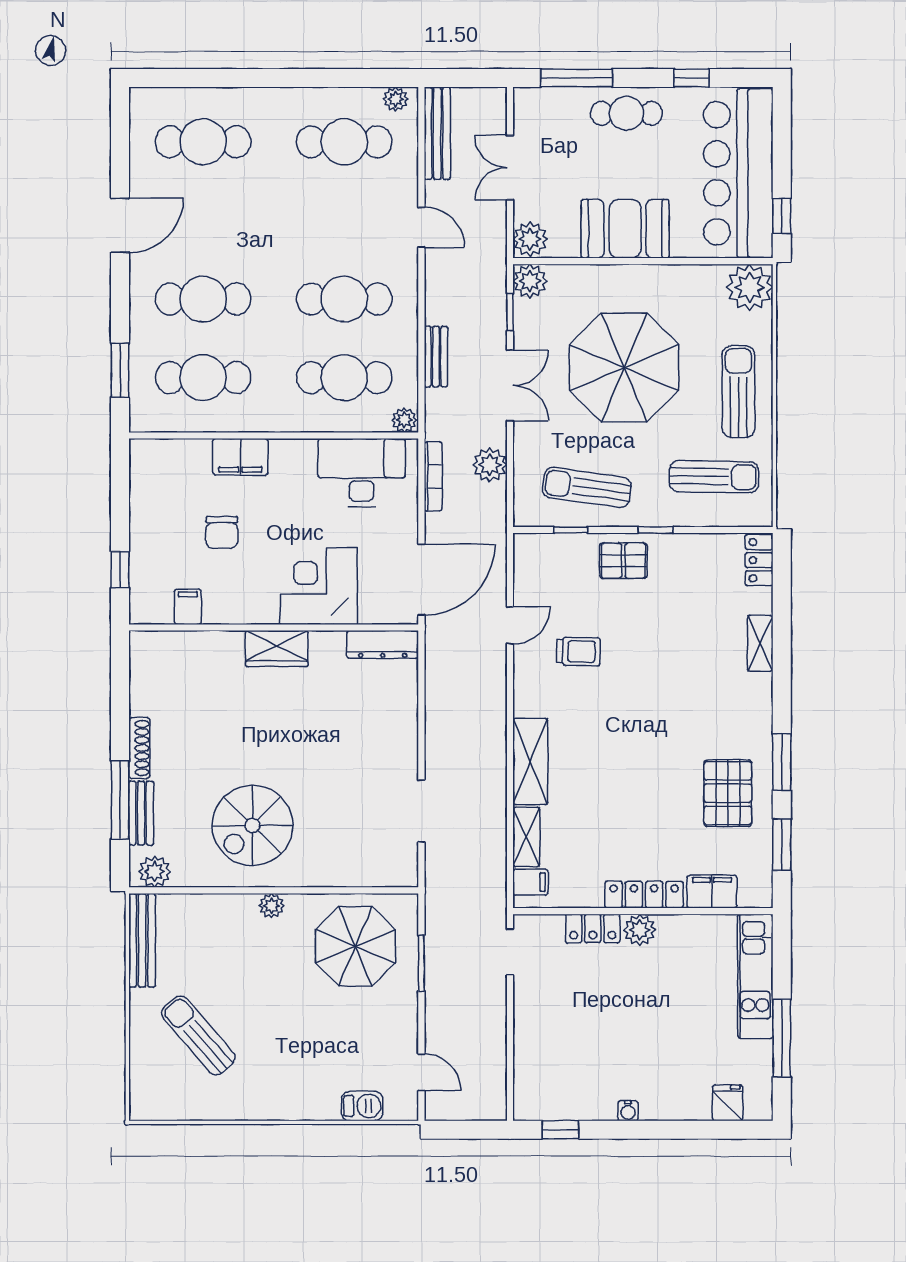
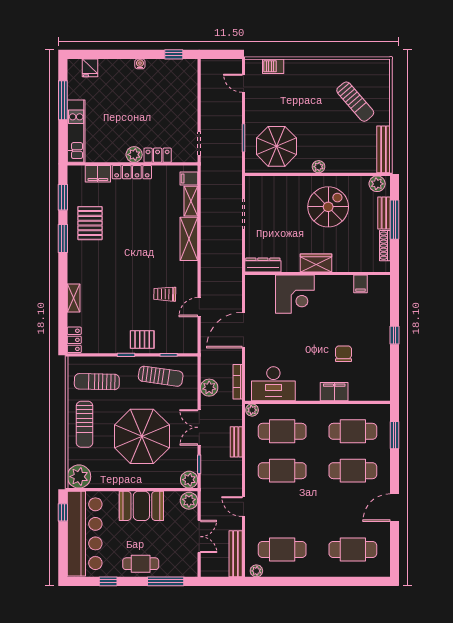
corner desk: (319, 586) -> (295, 294), moved
filing cabinet: (188, 607) -> (360, 284), moved
wall: (274, 627) -> (318, 274), moved
dresser: (383, 644) -> (263, 265), moved
wardrobe: (277, 648) -> (316, 263), moved

